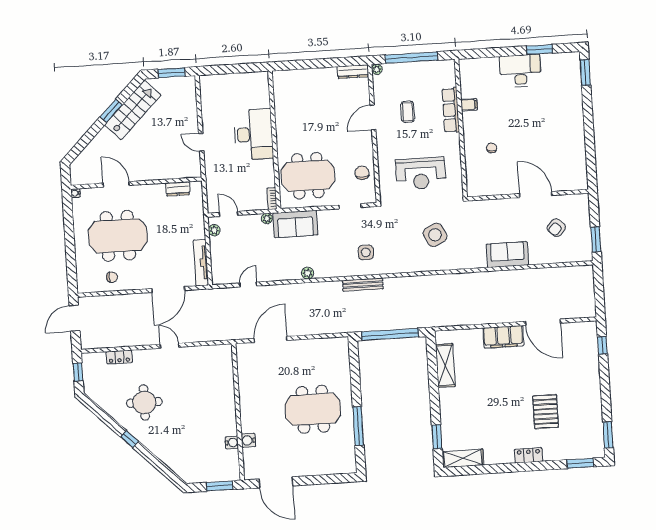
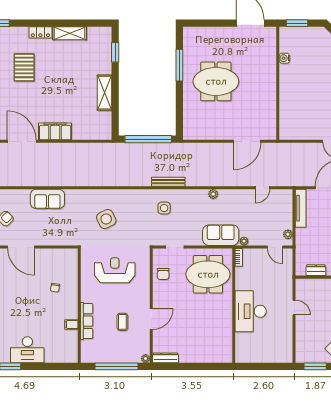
shelving: (445, 365) -> (104, 93), moved
water cooler: (248, 440) -> (271, 59), removed
shelving: (463, 458) -> (70, 33), moved

